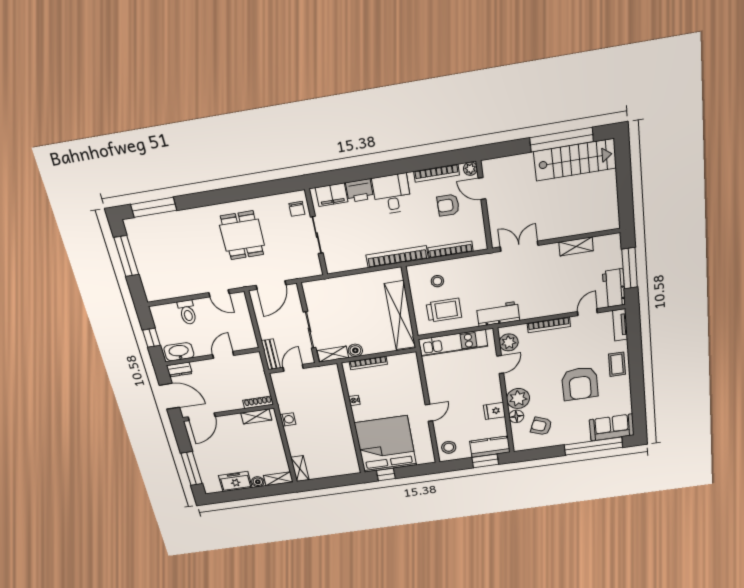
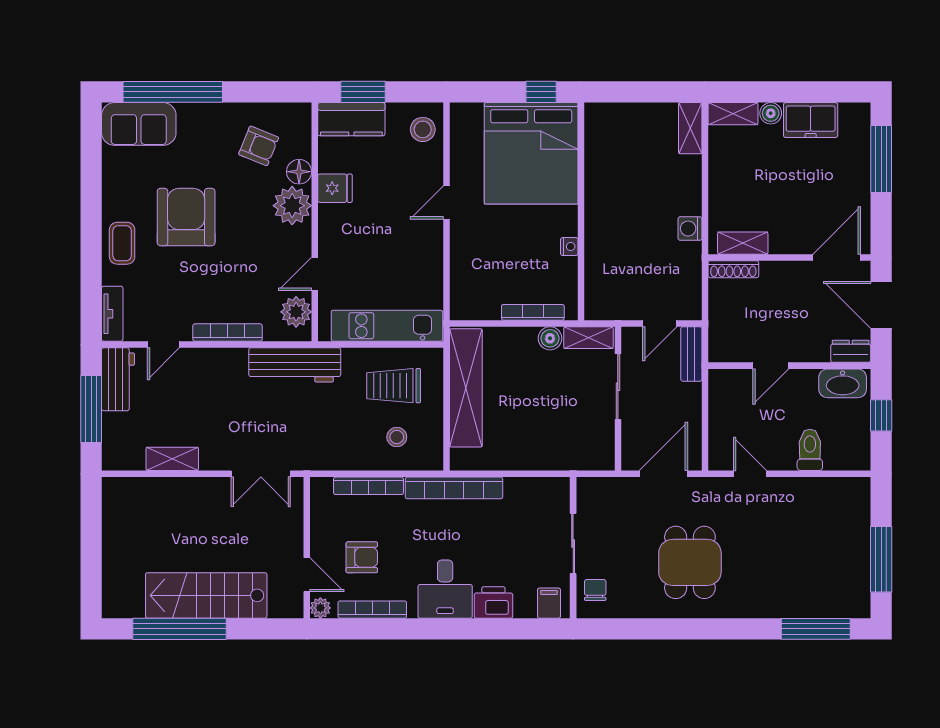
stairs: (575, 160) -> (206, 595), moved
filing cabinet: (331, 195) -> (549, 603), width x0.50
workbench: (498, 314) -> (295, 365), width x1.38

